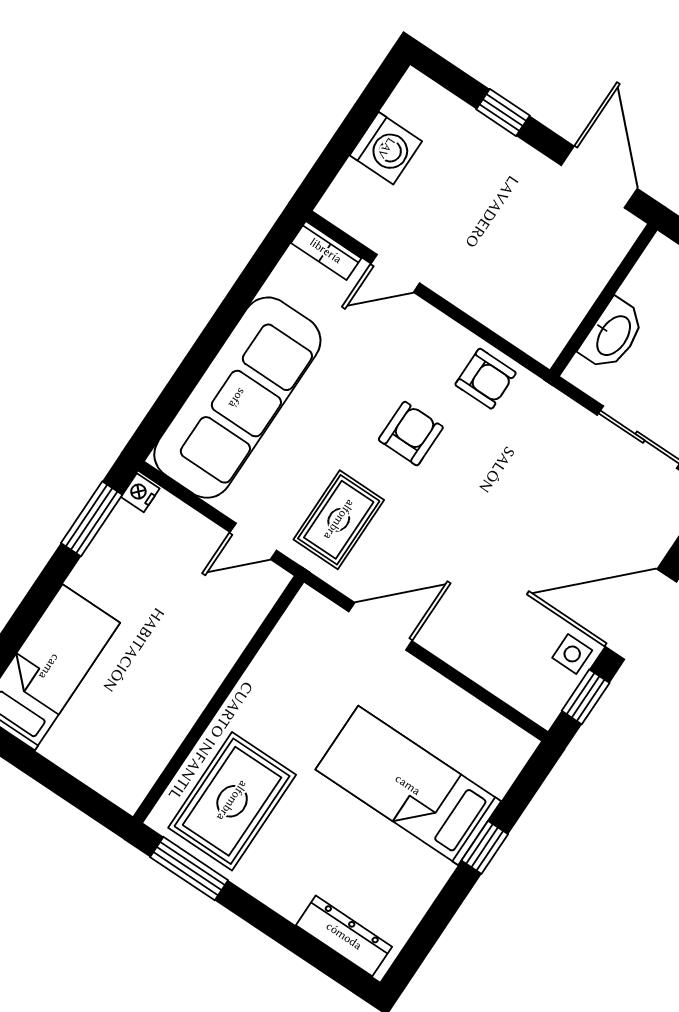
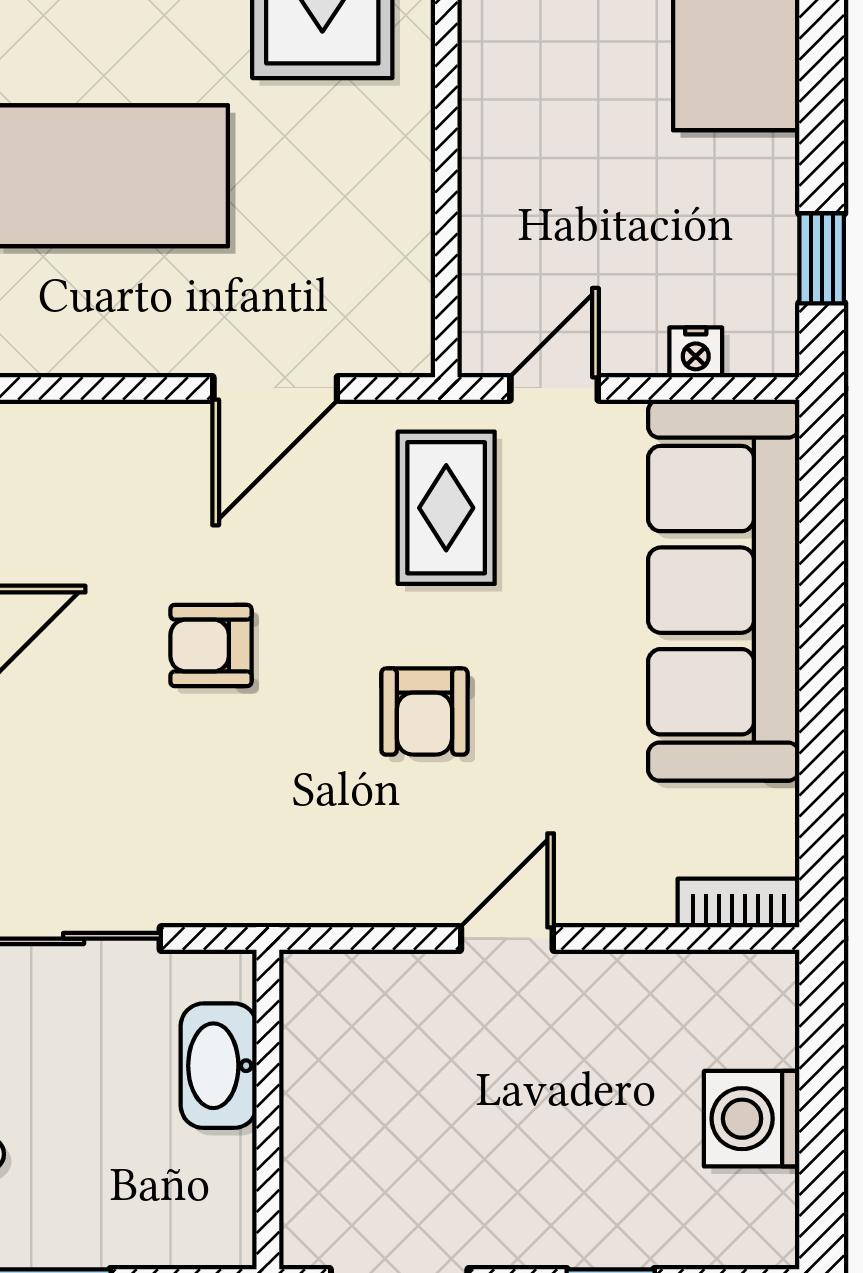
door: (395, 273) -> (507, 939), moved
armchair: (486, 379) -> (211, 645), moved
nightstand: (140, 493) -> (696, 352), moved, turned 90
window: (92, 519) -> (822, 258), width x0.67

